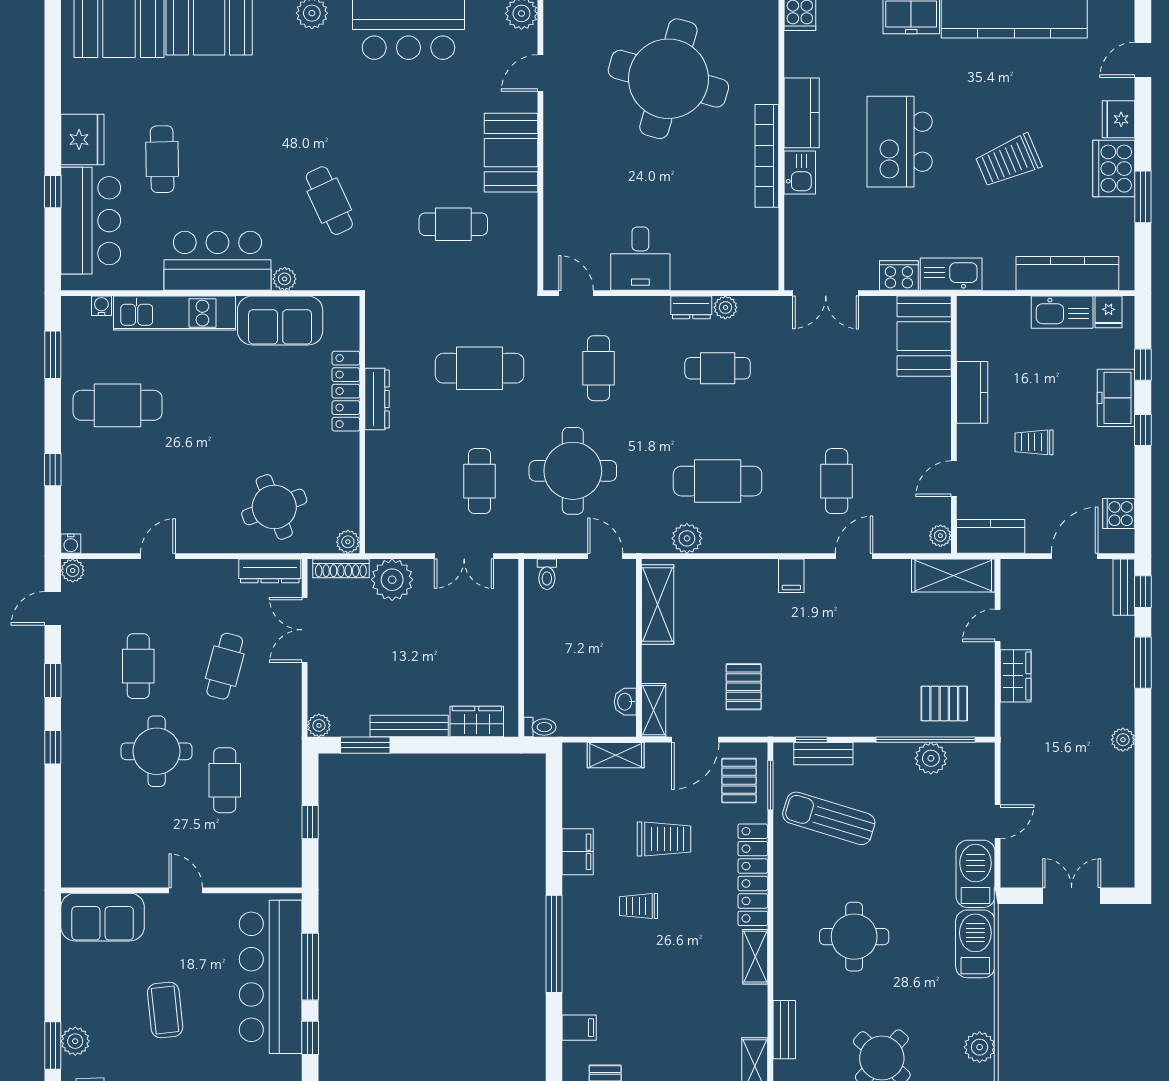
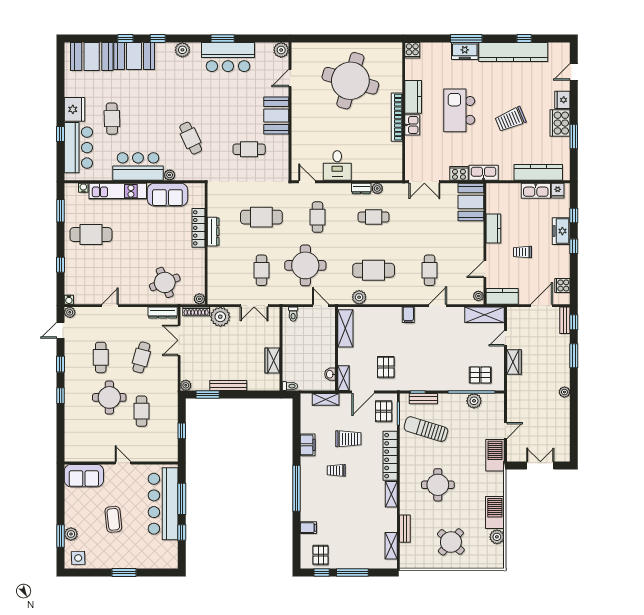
wardrobe: (477, 721) -> (272, 360), moved, turned -90
barbecue: (975, 944) -> (495, 513), moved

